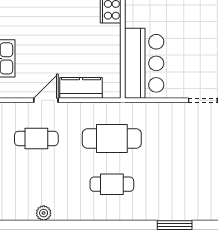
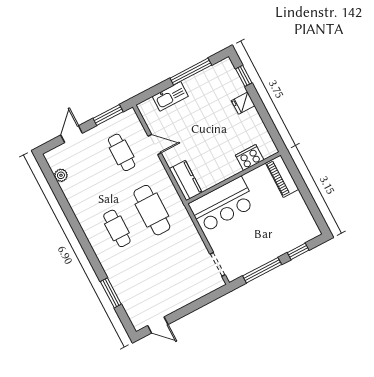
kitchen counter: (81, 88) -> (186, 181), moved
plant: (44, 213) -> (61, 175), moved

